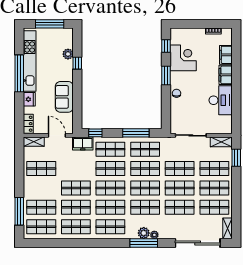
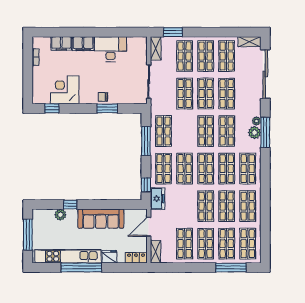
window: (166, 75) -> (107, 108), moved
sofa: (64, 97) -> (101, 219), width x1.36
shop shelf: (145, 169) -> (206, 244), moved

